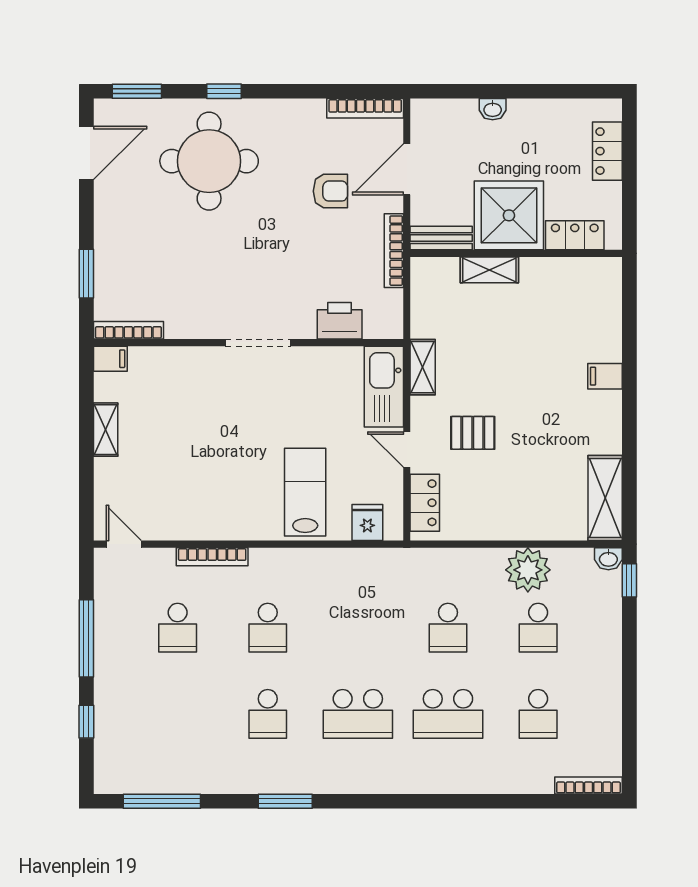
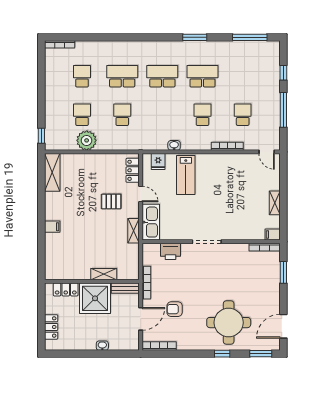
washbasin: (608, 559) -> (174, 145), moved
school desk: (268, 714) -> (203, 76), width x1.85

